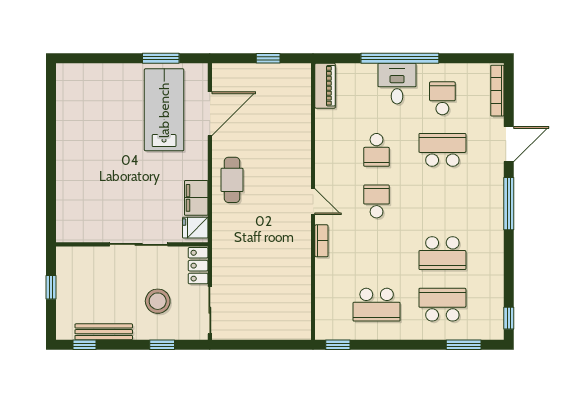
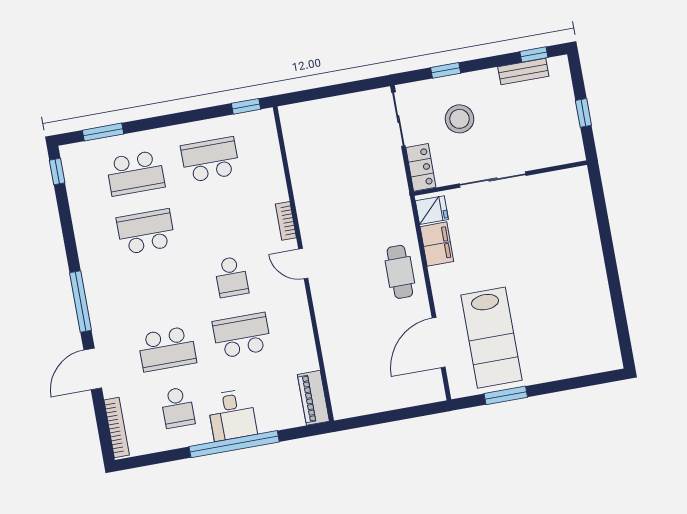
window: (268, 58) -> (384, 417), removed
school desk: (377, 150) -> (242, 335), width x1.85
bench: (104, 332) -> (523, 72), width x0.73

